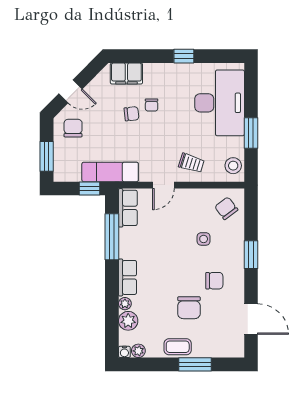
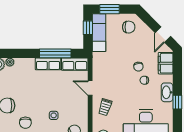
washbasin: (169, 71) -> (167, 92), added
door: (70, 91) -> (163, 35), moved
exam couch: (110, 172) -> (99, 33), moved
window: (89, 188) -> (88, 28), moved
row of seats: (128, 277) -> (48, 64), moved

